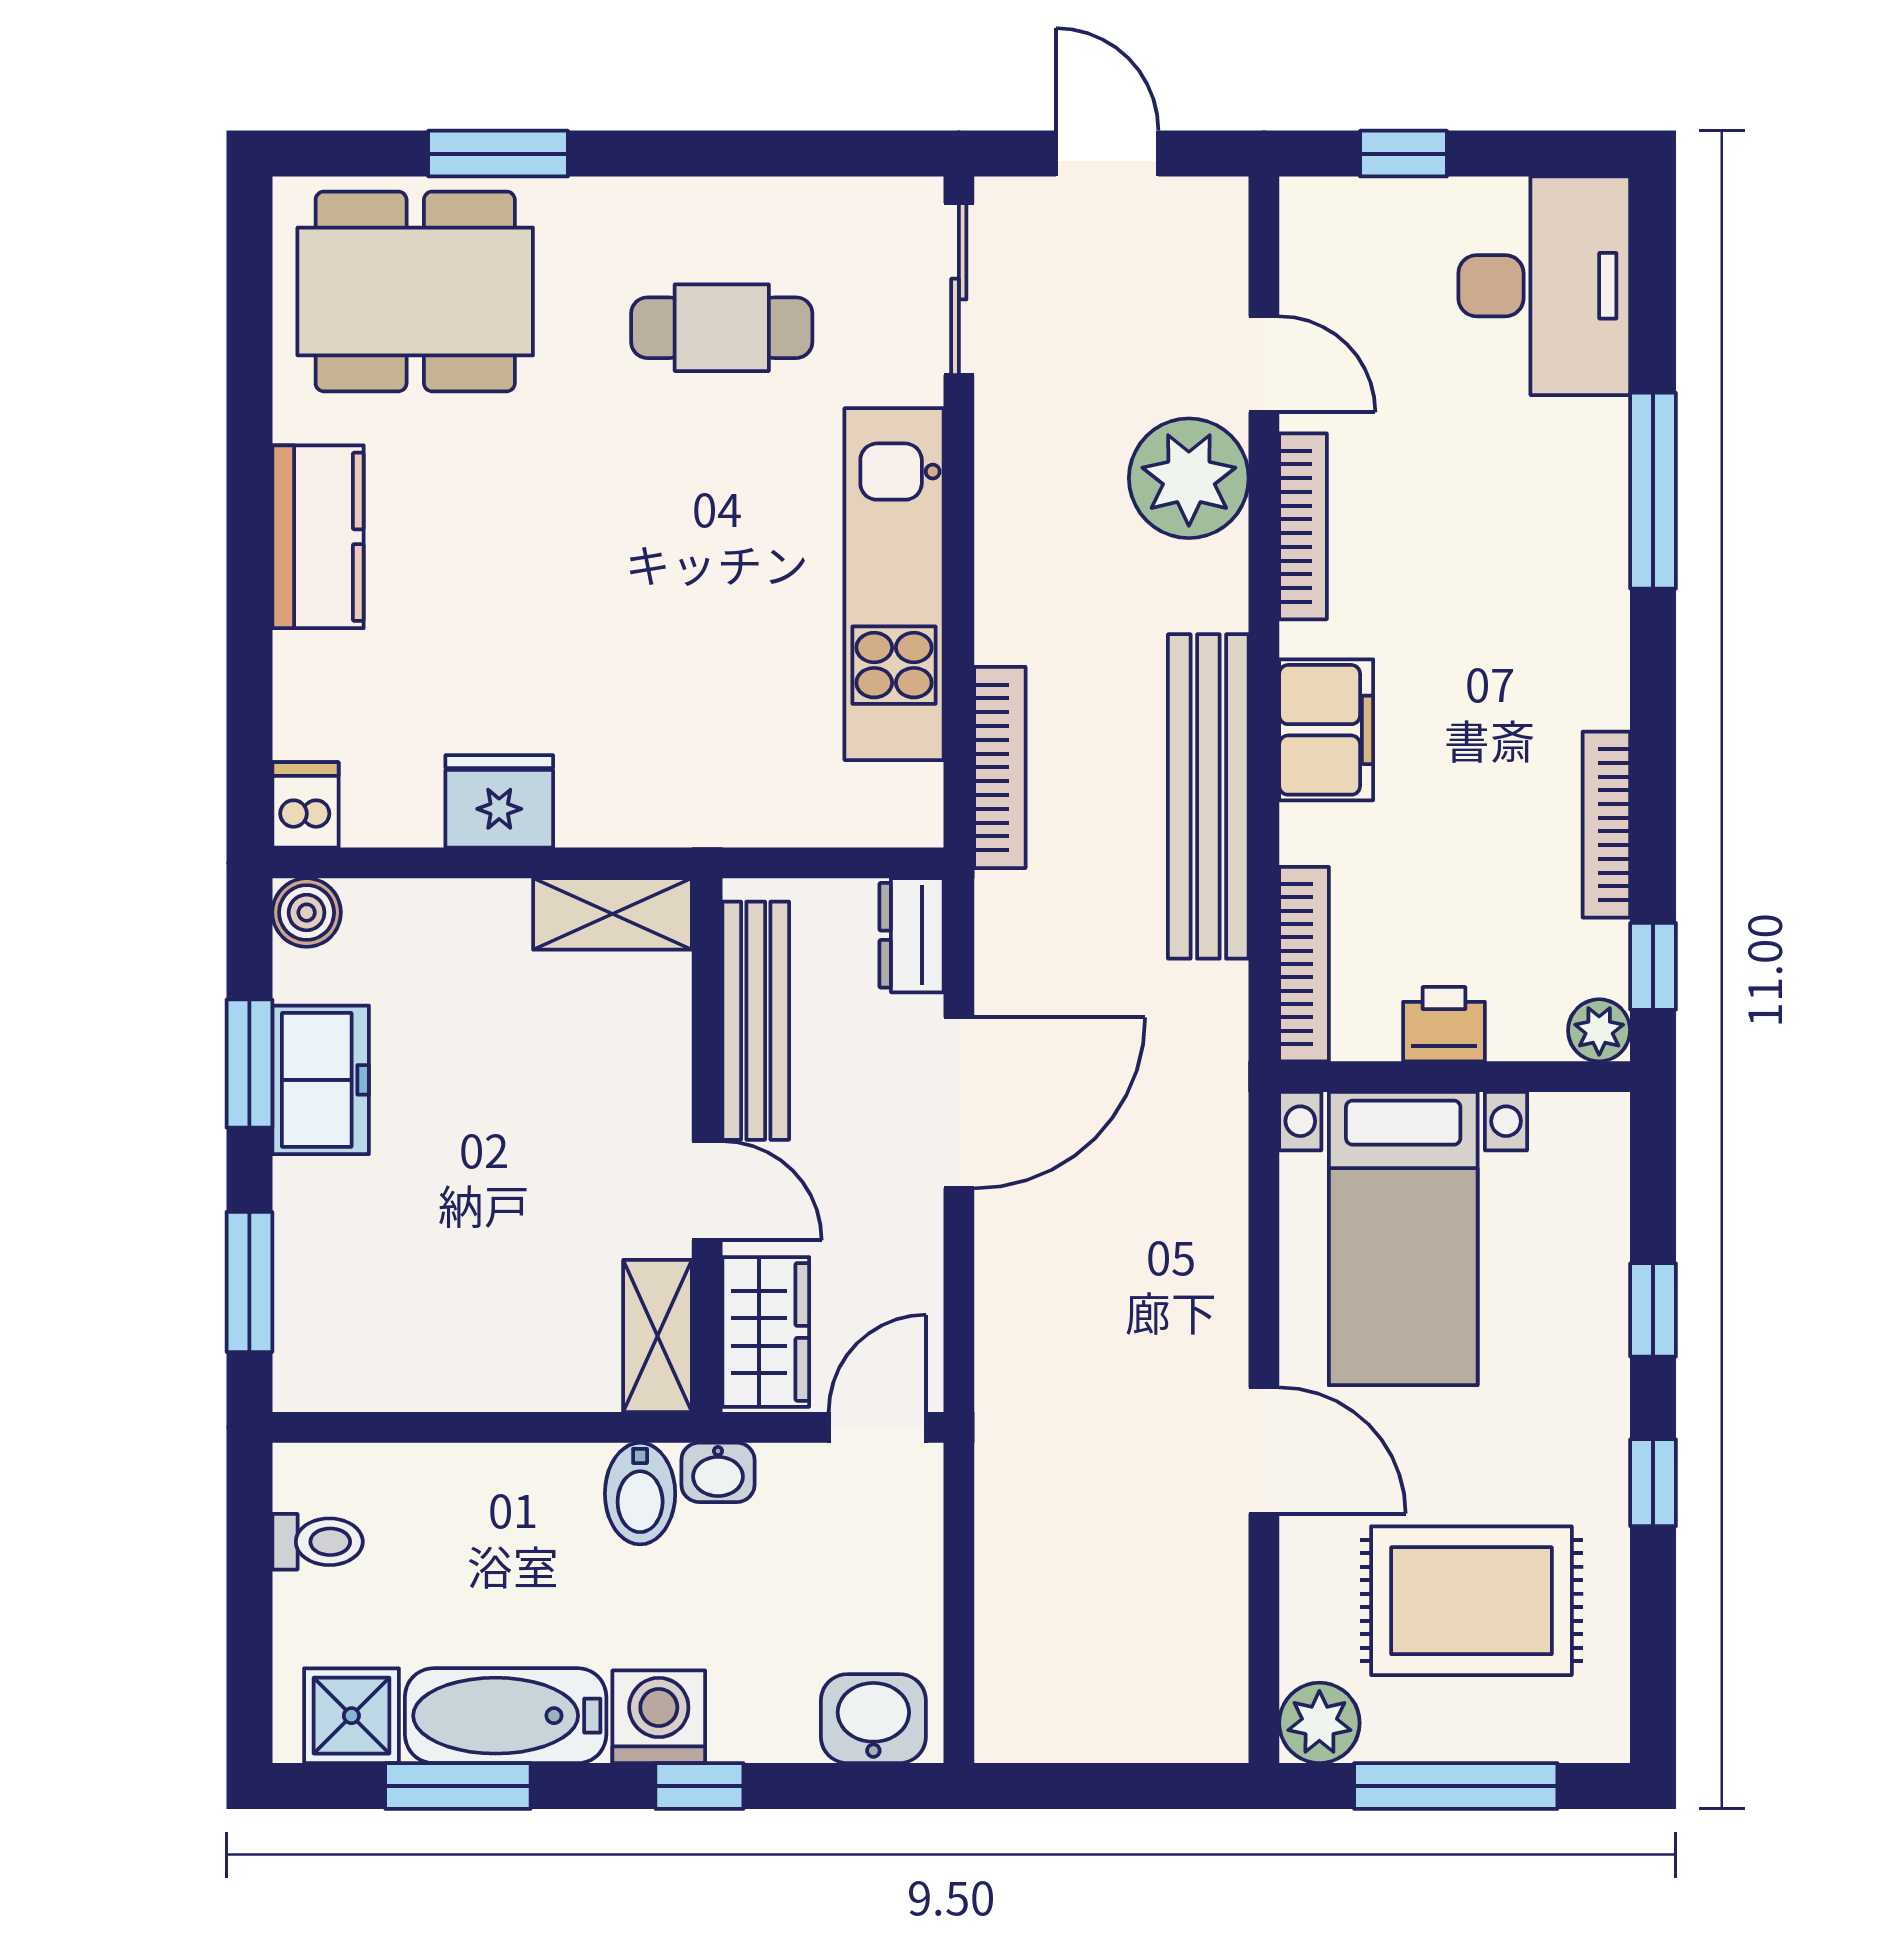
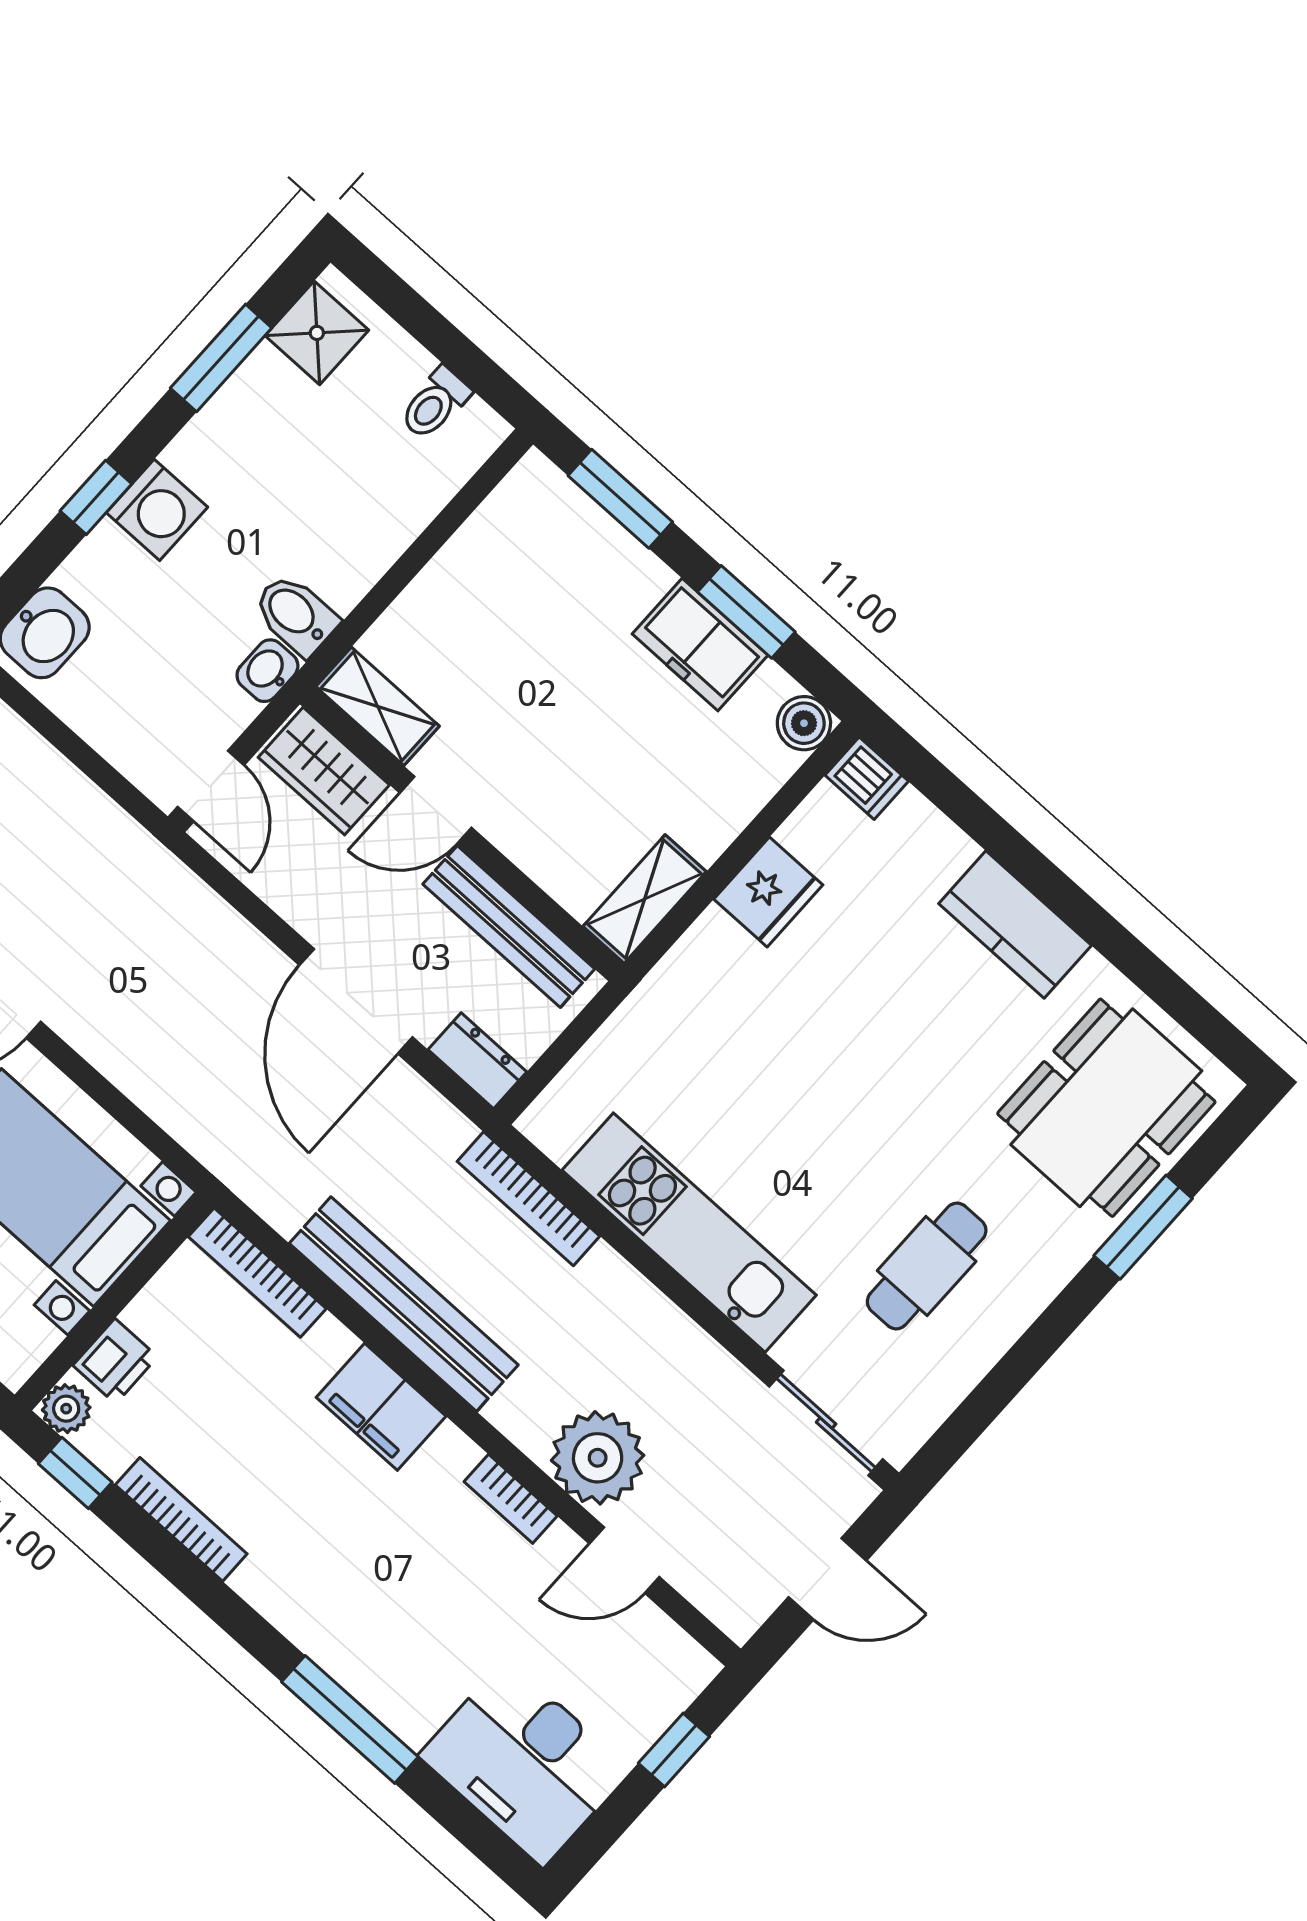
bookcase: (1303, 526) -> (511, 1499), width x0.64
printer: (1444, 1024) -> (115, 1361), moved
bathtub: (506, 1716) -> (237, 422), removed

